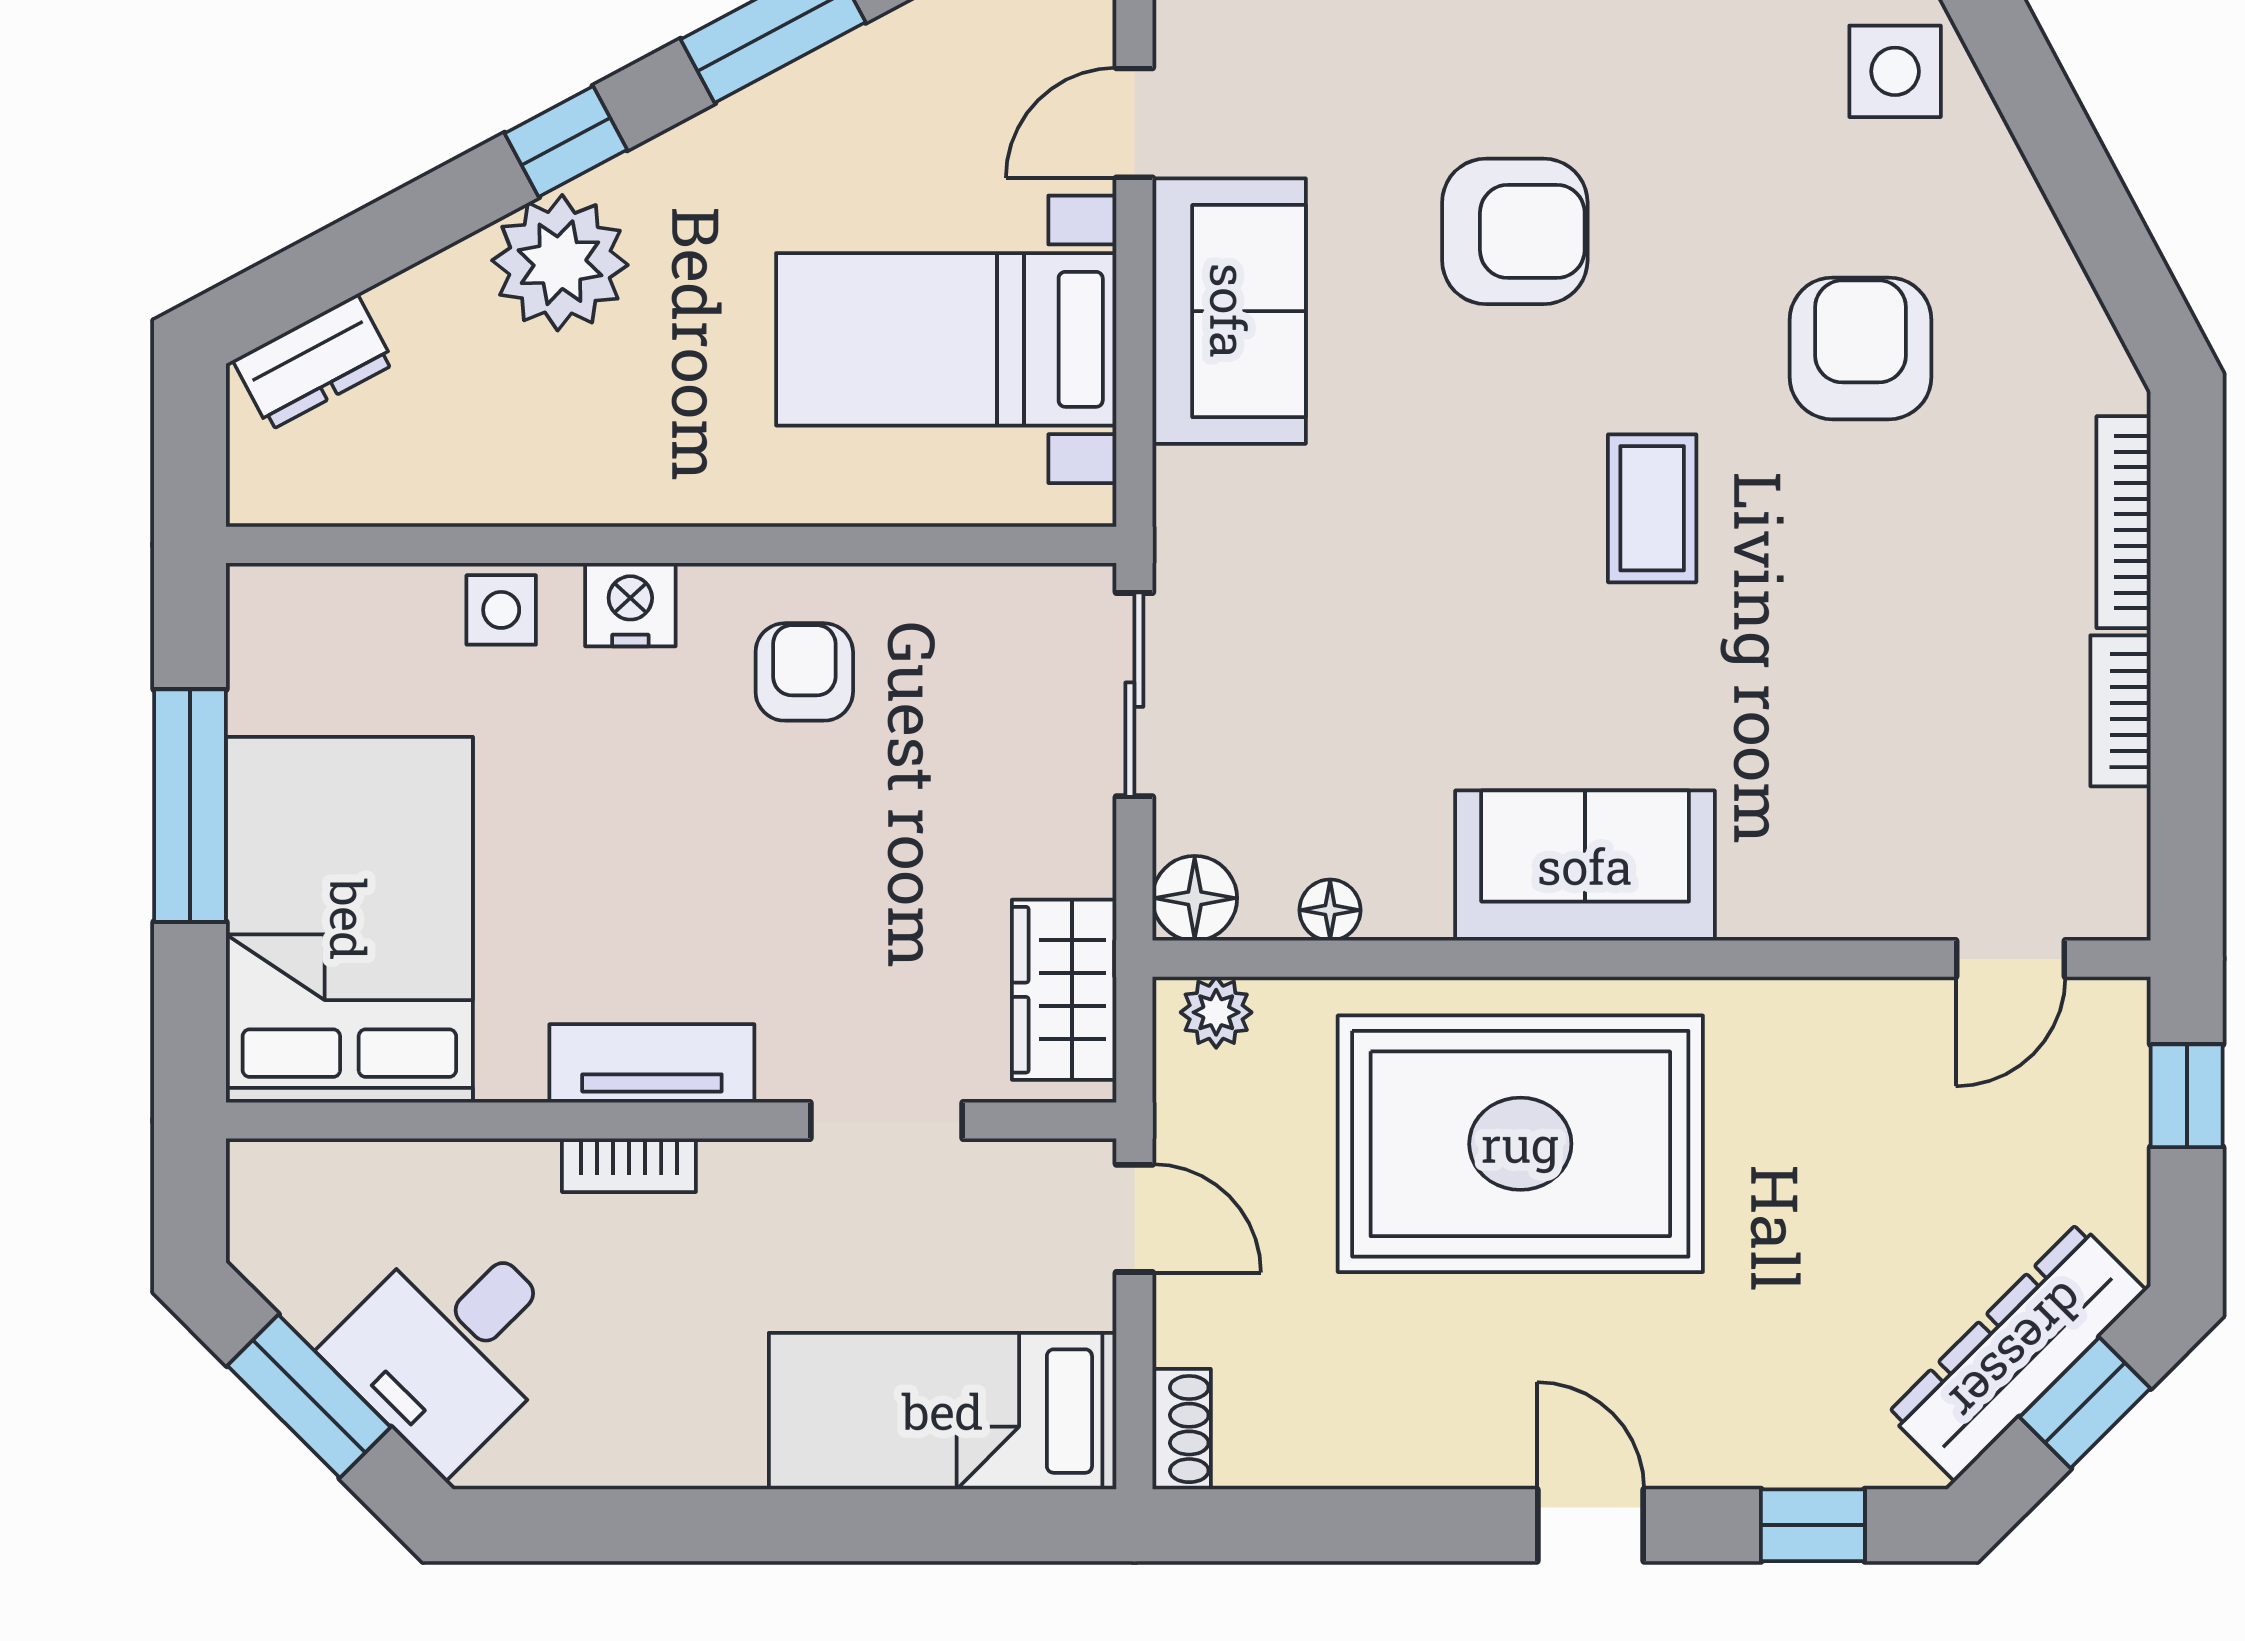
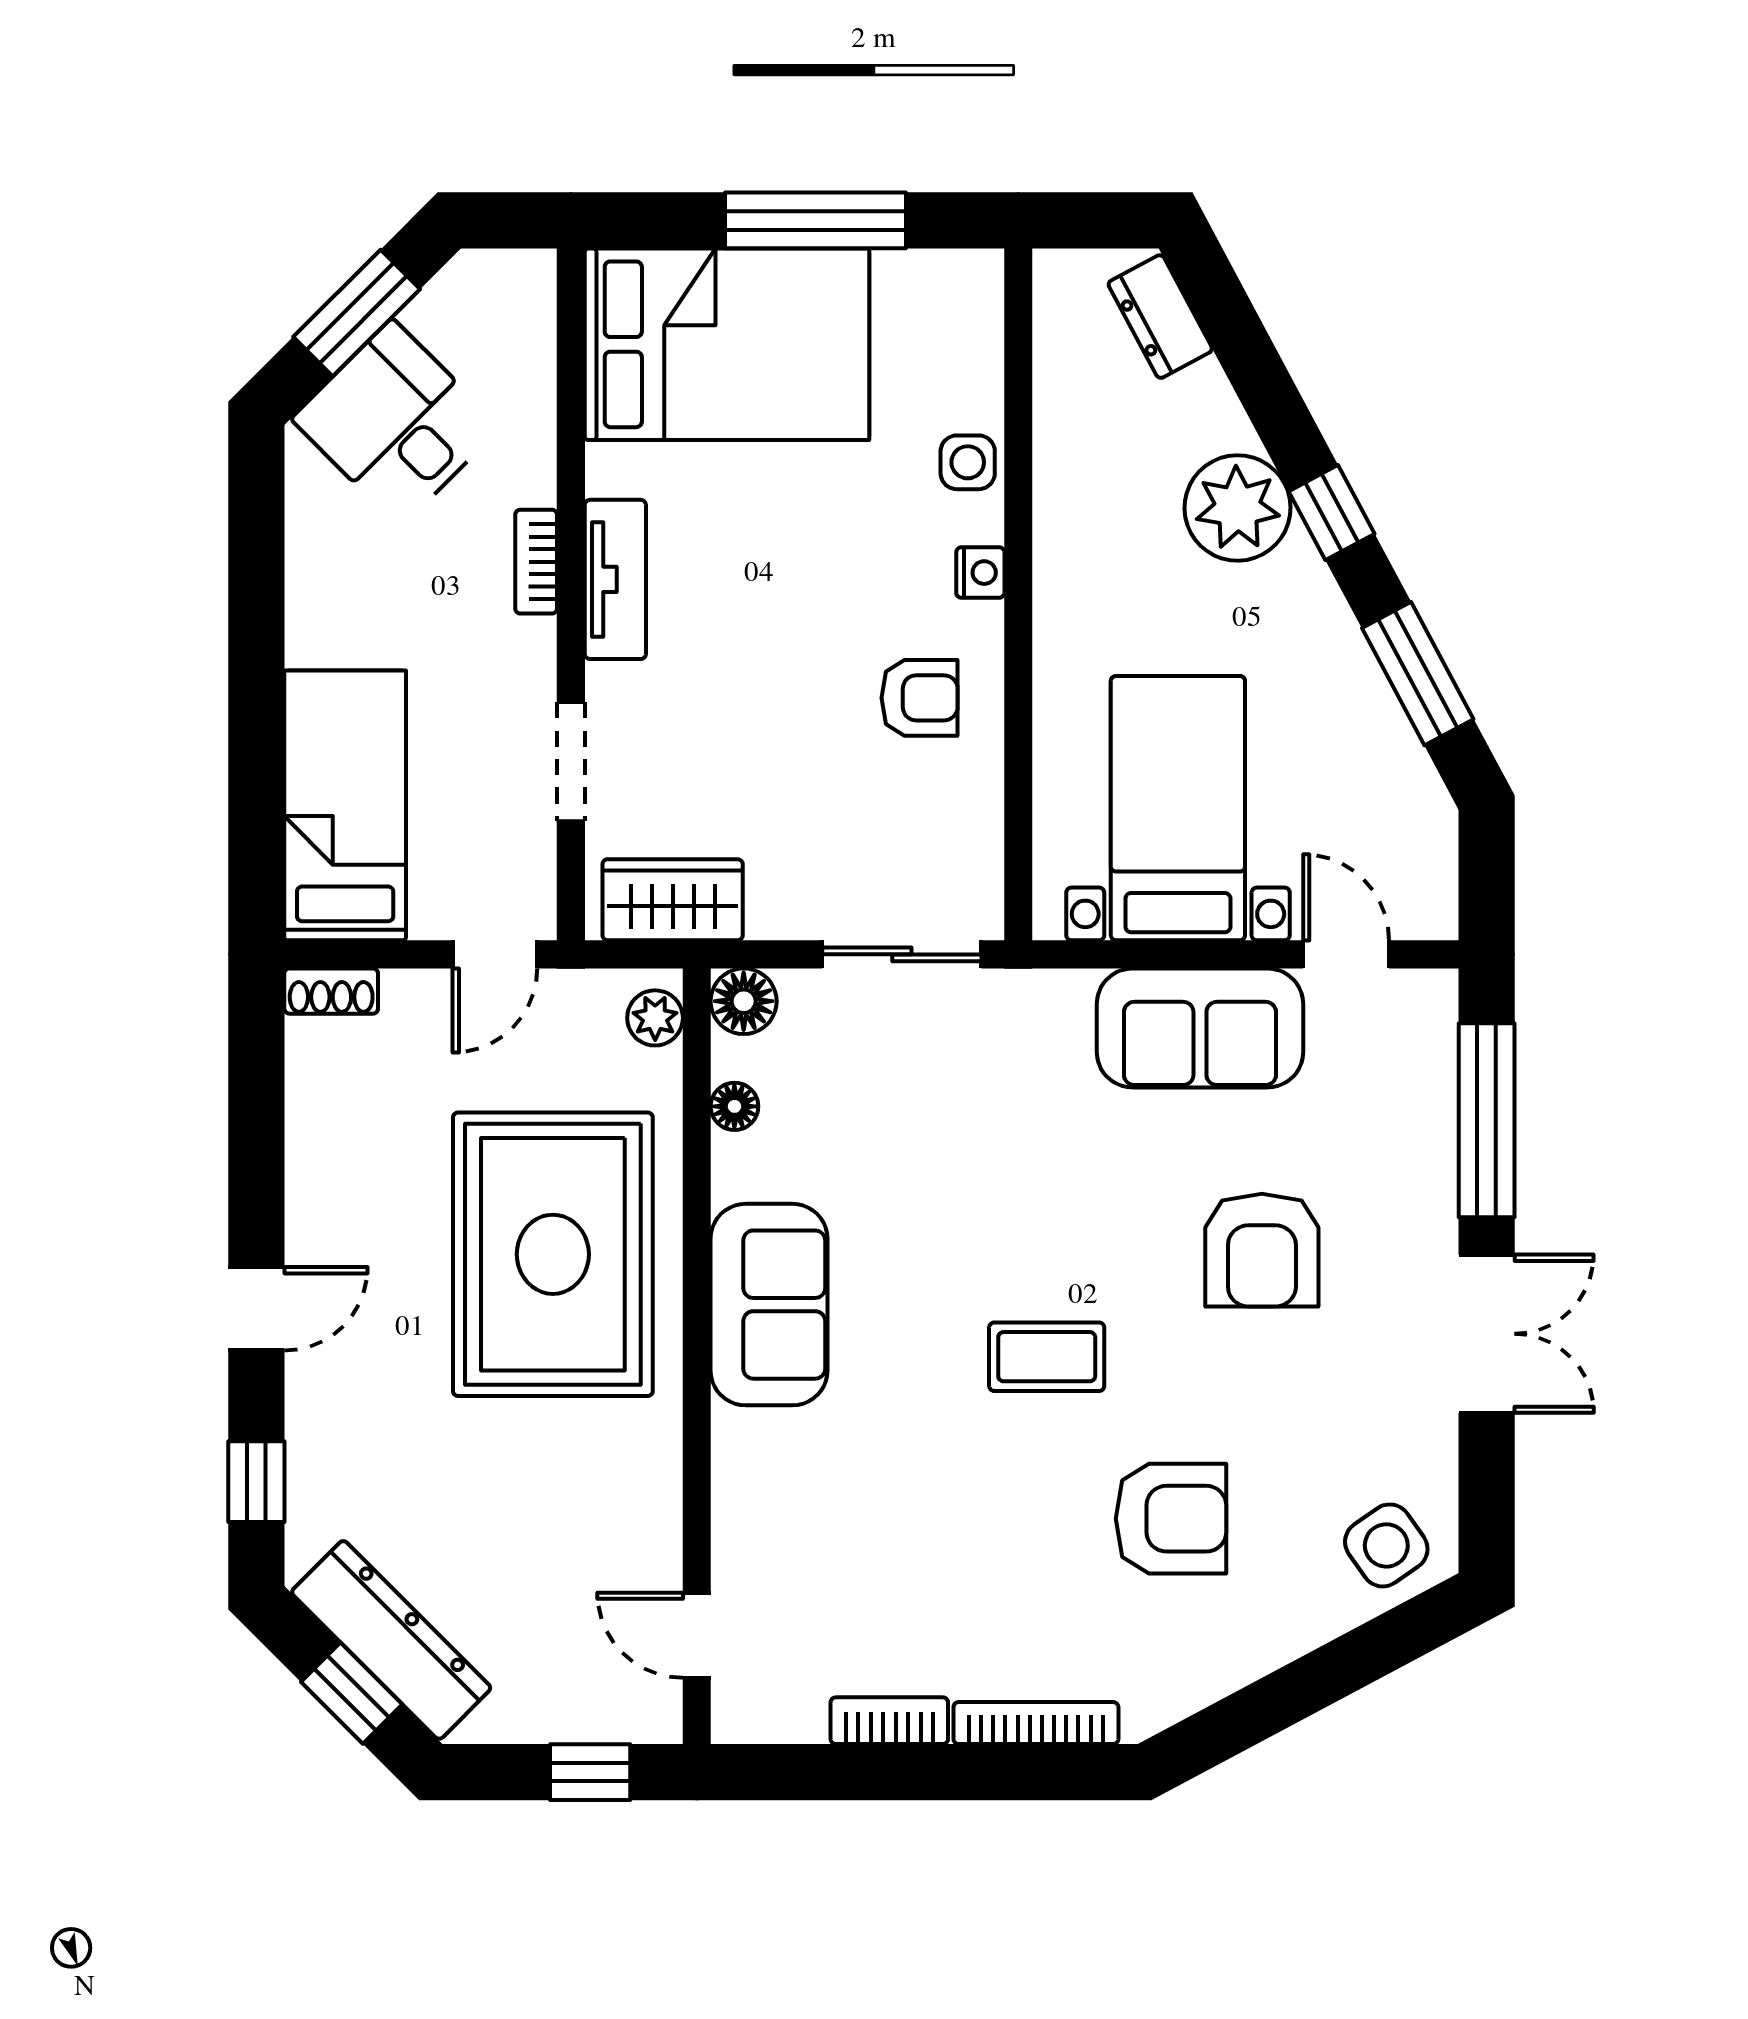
side table: (1895, 71) -> (1386, 1545), turned -35
nightstand: (630, 605) -> (980, 573), width x0.72, depth x0.74

